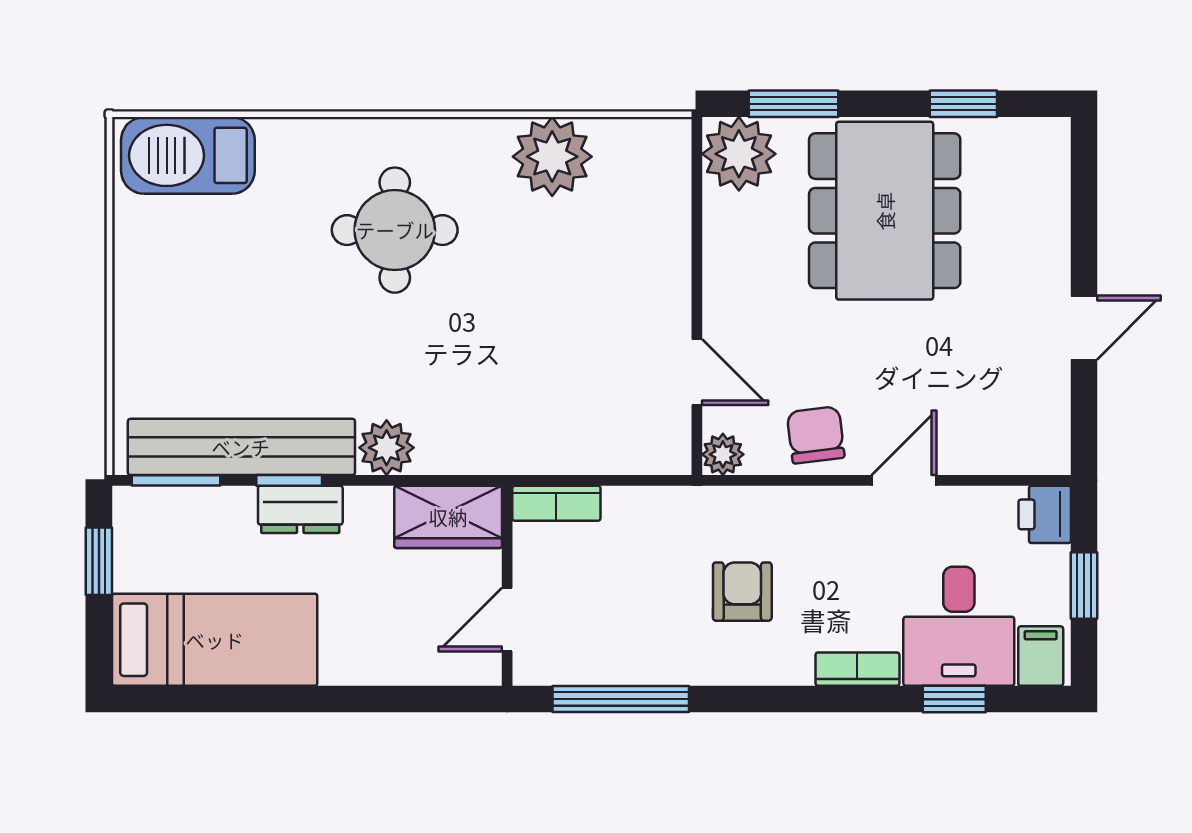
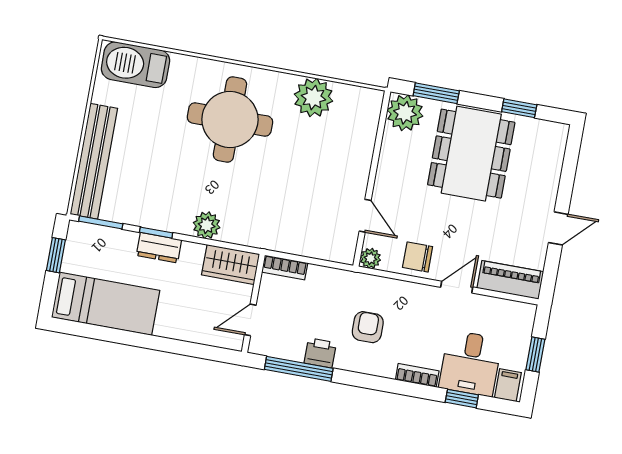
round table: (395, 230) -> (230, 120), width x1.36, depth x1.36
chair: (816, 435) -> (418, 257), turned -83
bench: (241, 447) -> (94, 161), moved, turned 90
piano: (1007, 447) -> (510, 280), added
printer: (1045, 514) -> (320, 353), moved, turned 90

